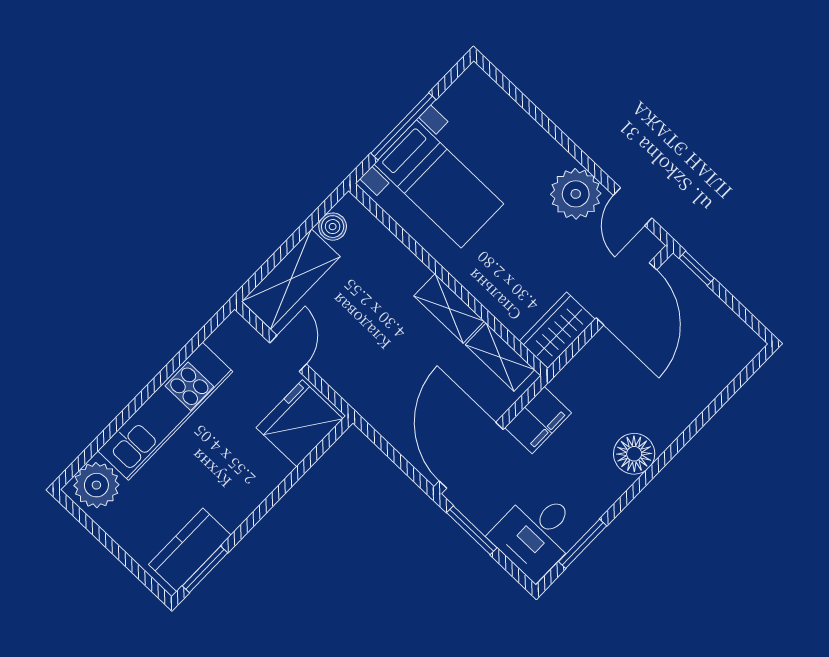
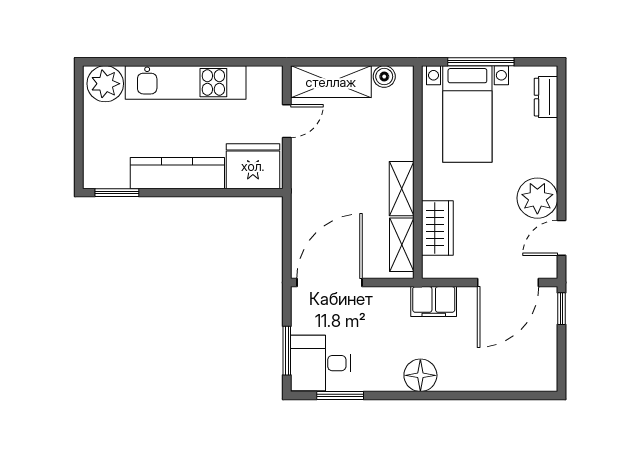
dresser: (492, 98) -> (546, 97), added
wardrobe: (557, 330) -> (437, 228), moved, turned 90
filing cabinet: (538, 420) -> (434, 302), moved
window: (472, 530) -> (287, 351), moved
kitchen counter: (190, 550) -> (177, 173), moved, width x1.50

